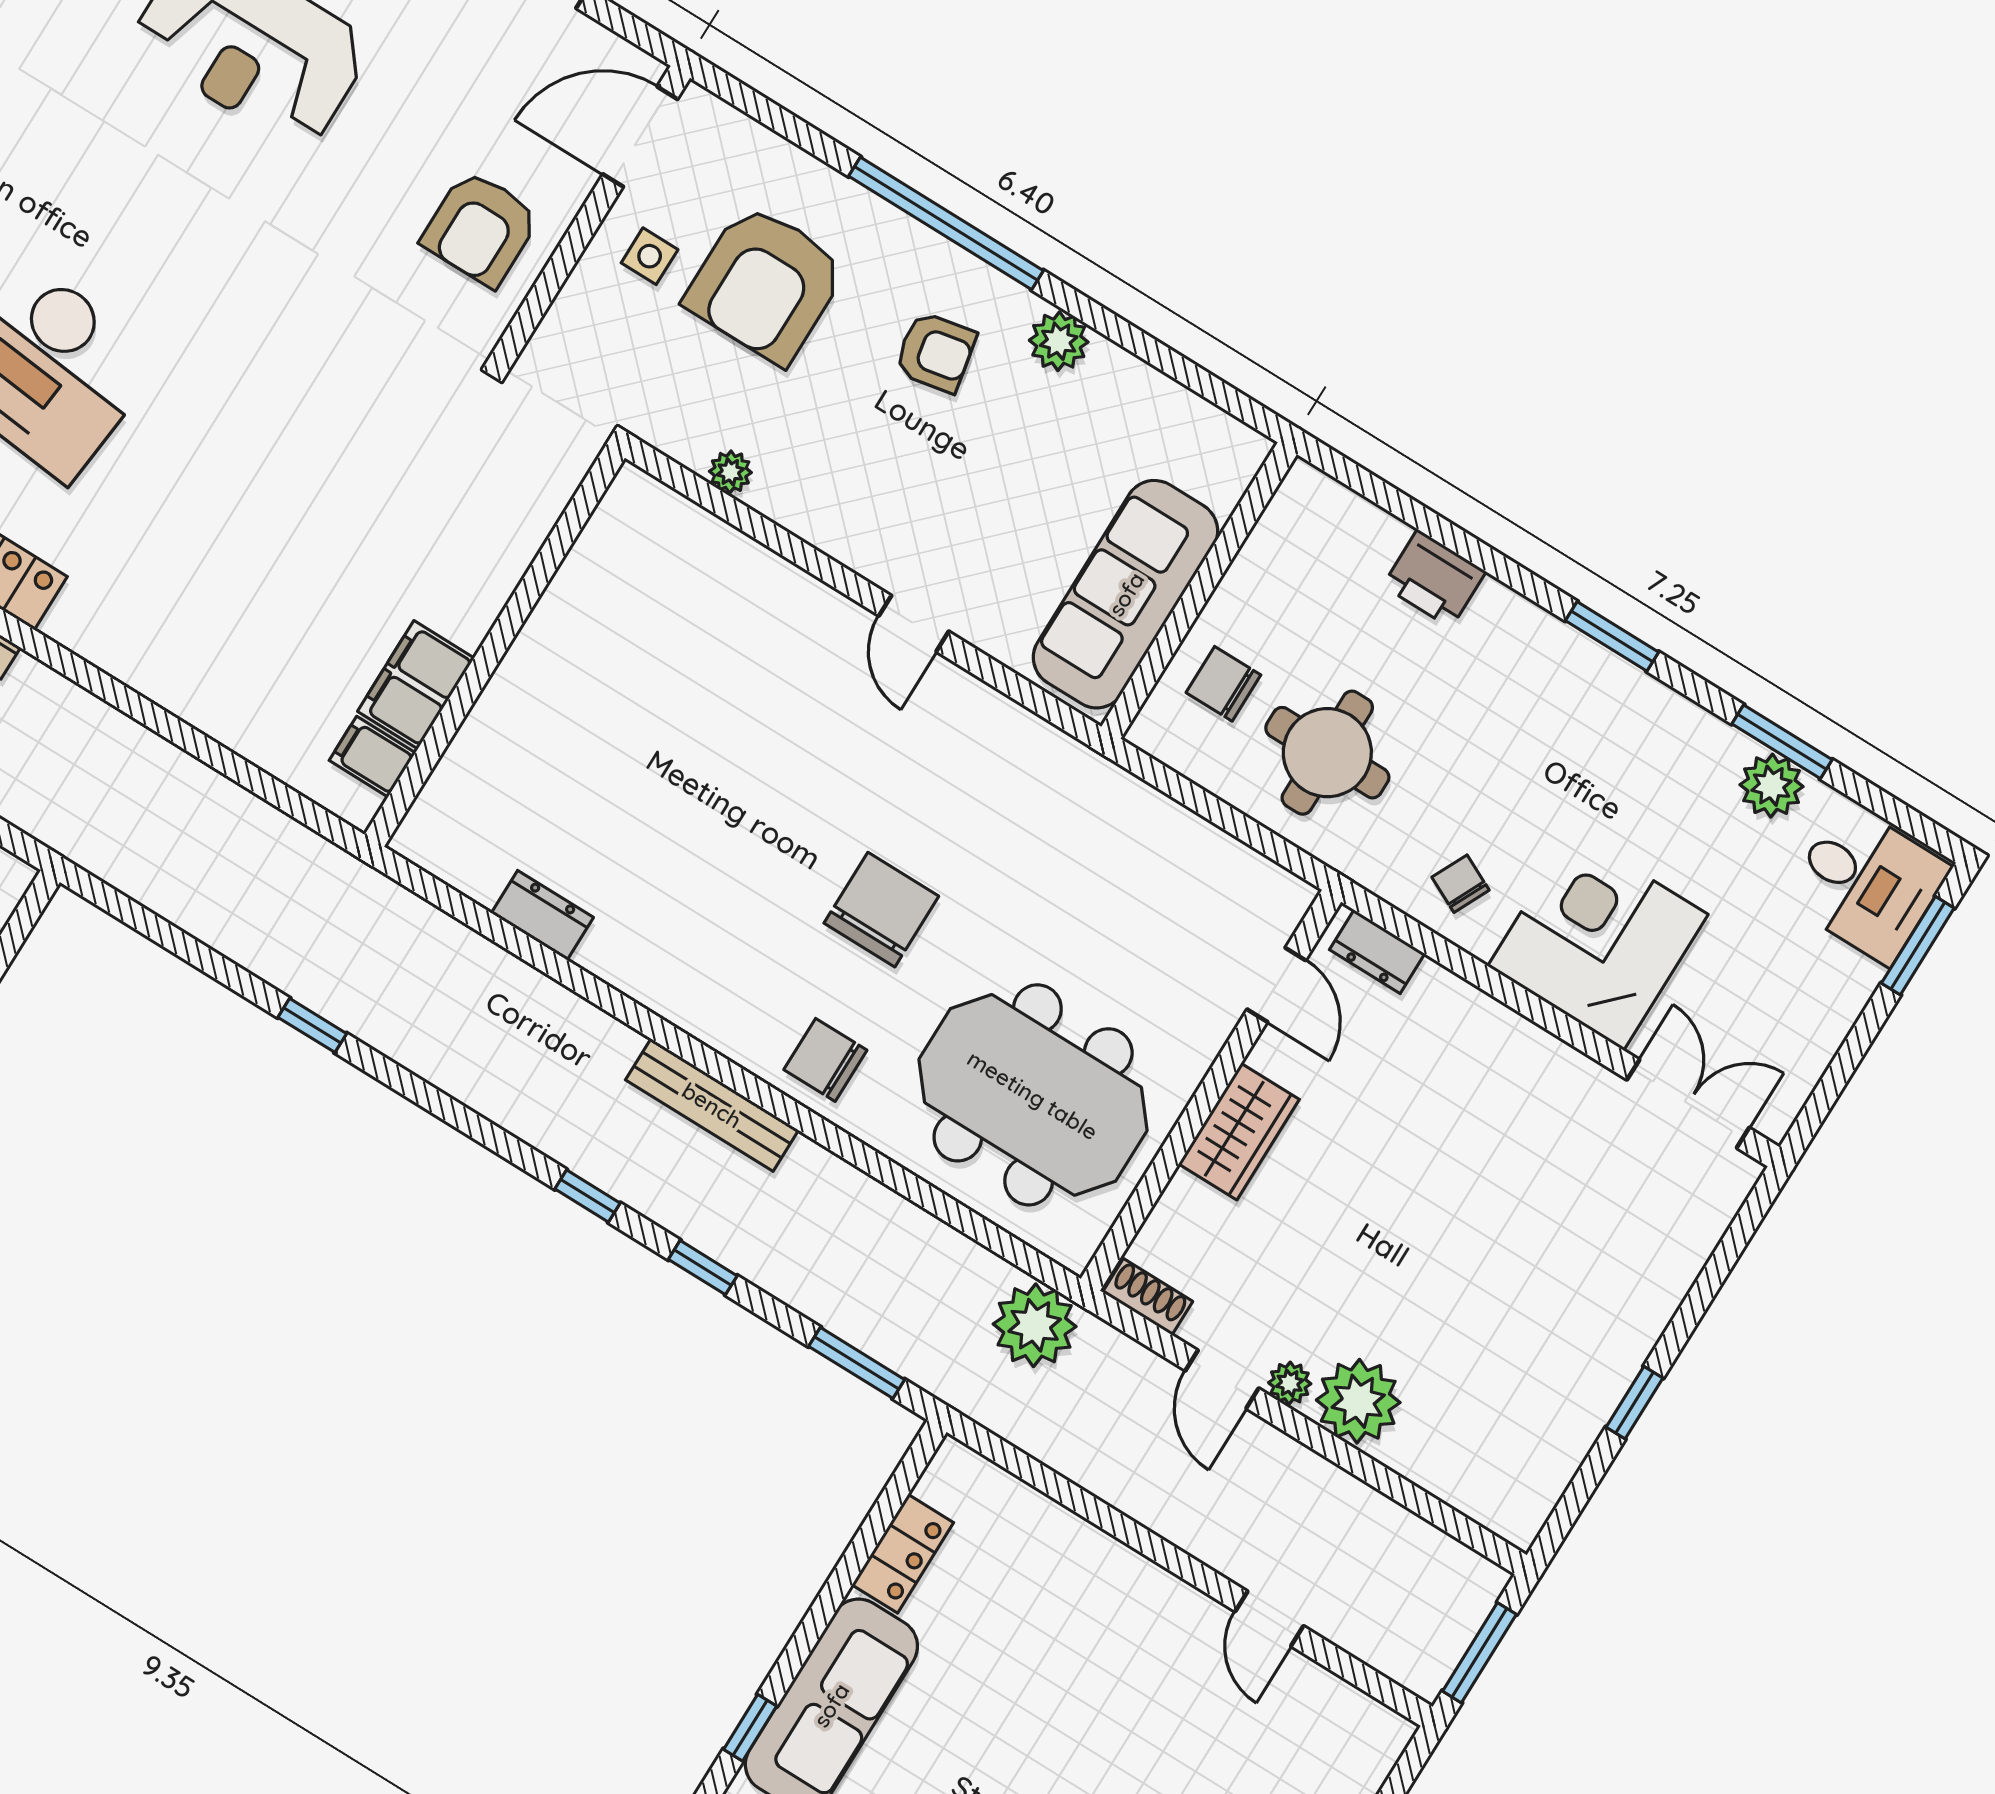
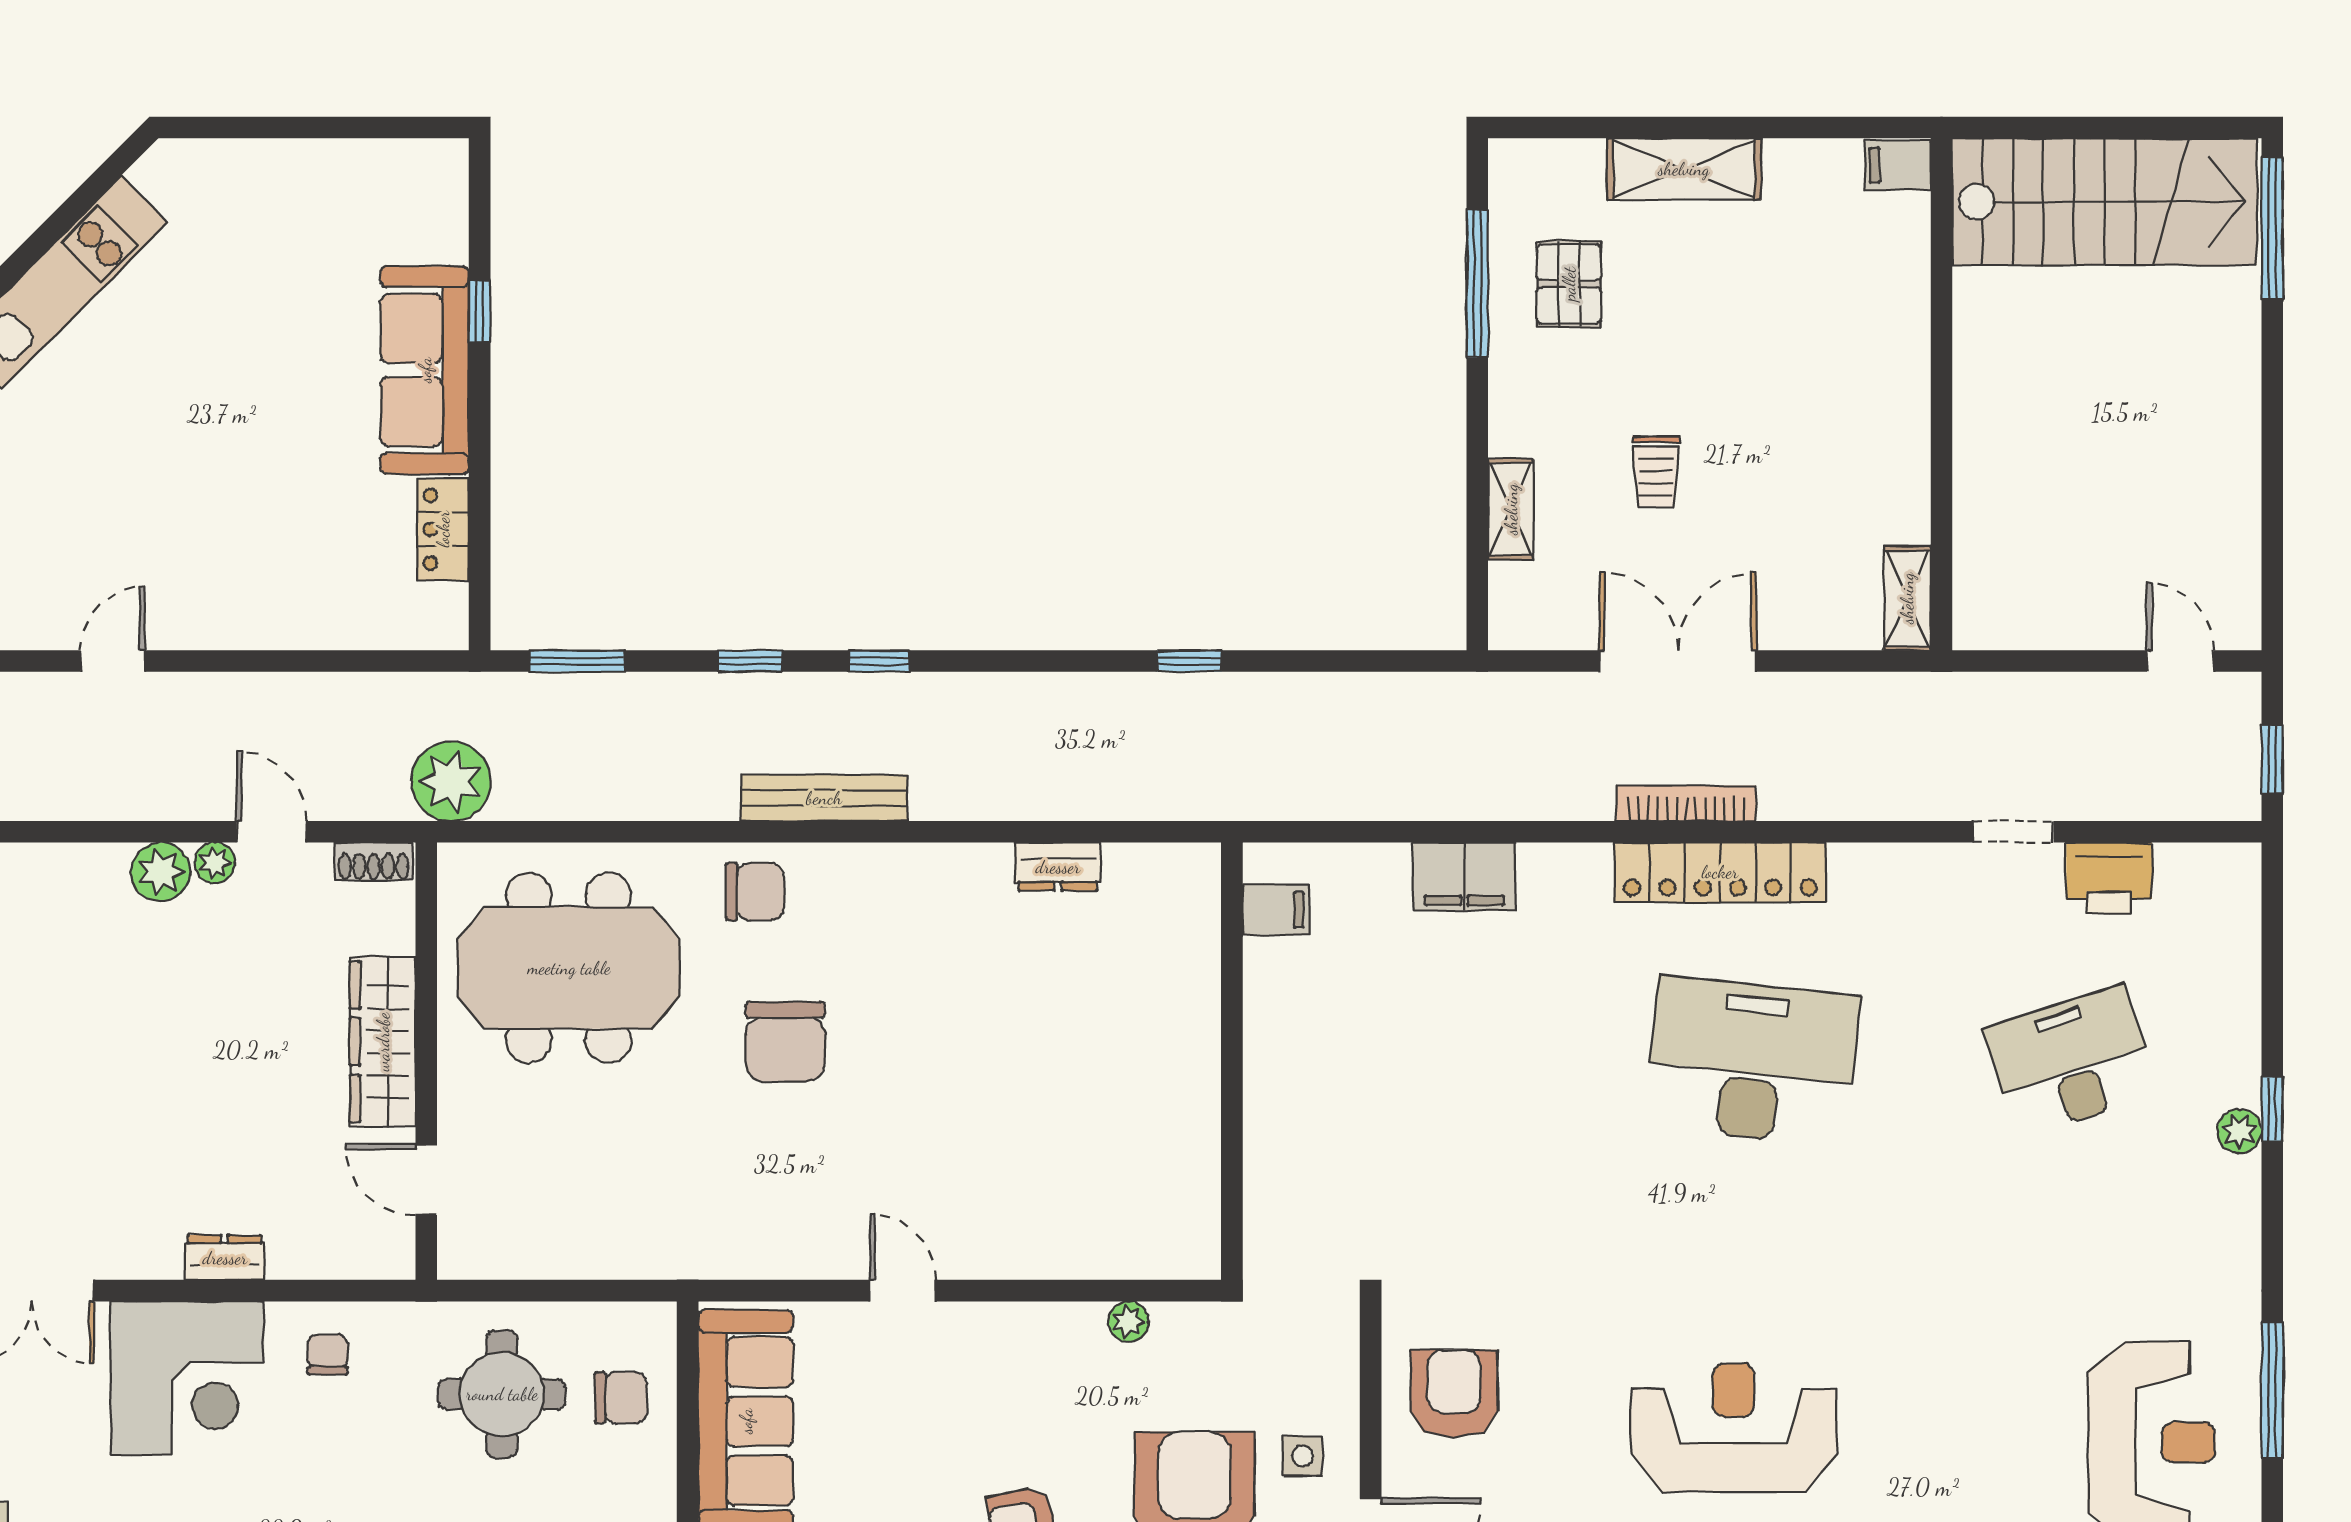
filing cabinet: (416, 685) -> (1464, 877), moved, turned 90
chair: (1460, 884) -> (328, 1355), turned -116
dresser: (1377, 952) -> (225, 1258), moved
wardrobe: (1239, 1132) -> (383, 1042), width x1.50
plant: (1358, 1401) -> (161, 872), width x0.73, depth x0.73
door: (1269, 1619) -> (113, 661), hinge flipped

